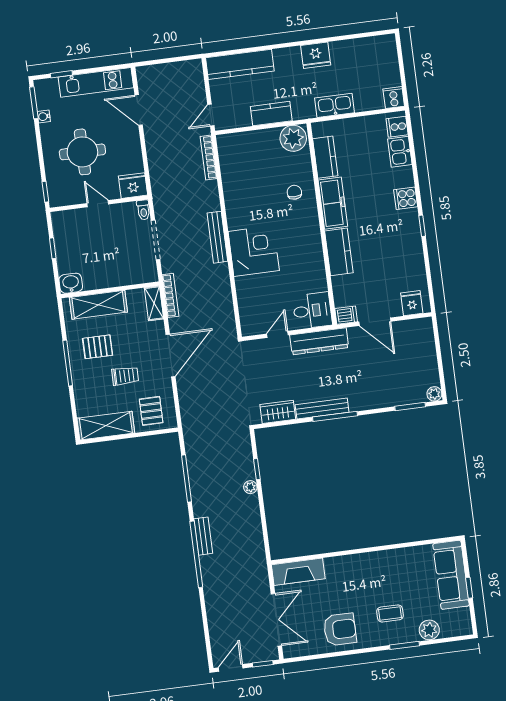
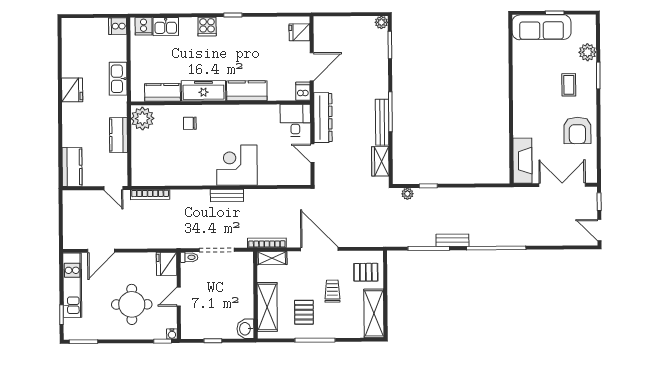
kitchen counter: (240, 64) -> (72, 167), width x0.67
water cooler: (44, 116) -> (172, 334), moved
bench: (217, 237) -> (227, 195), width x0.73
plant: (250, 487) -> (407, 194), moved
bench: (203, 536) -> (452, 240), moved
armchair: (340, 629) -> (577, 130), turned 180

